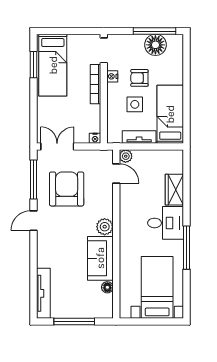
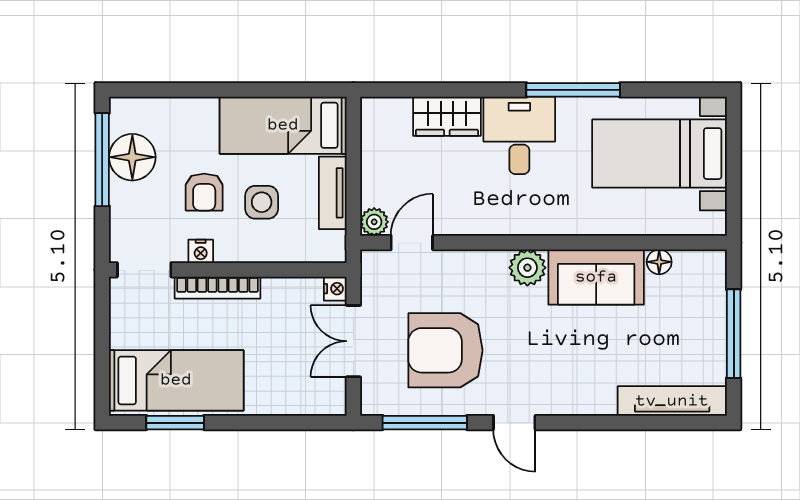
double door: (57, 147) -> (353, 341), moved

